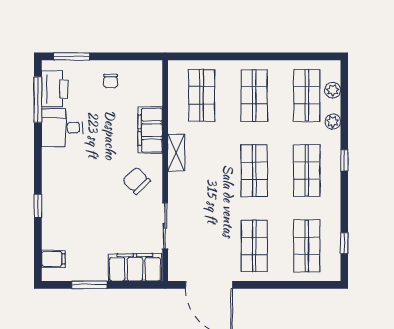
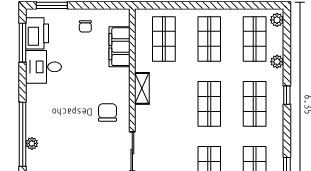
plant: (333, 90) -> (277, 20), moved
filing cabinet: (150, 130) -> (119, 47), moved
chair: (136, 181) -> (107, 113), turned 44
window: (38, 206) -> (23, 134), width x3.17
plant: (49, 217) -> (32, 143), added

